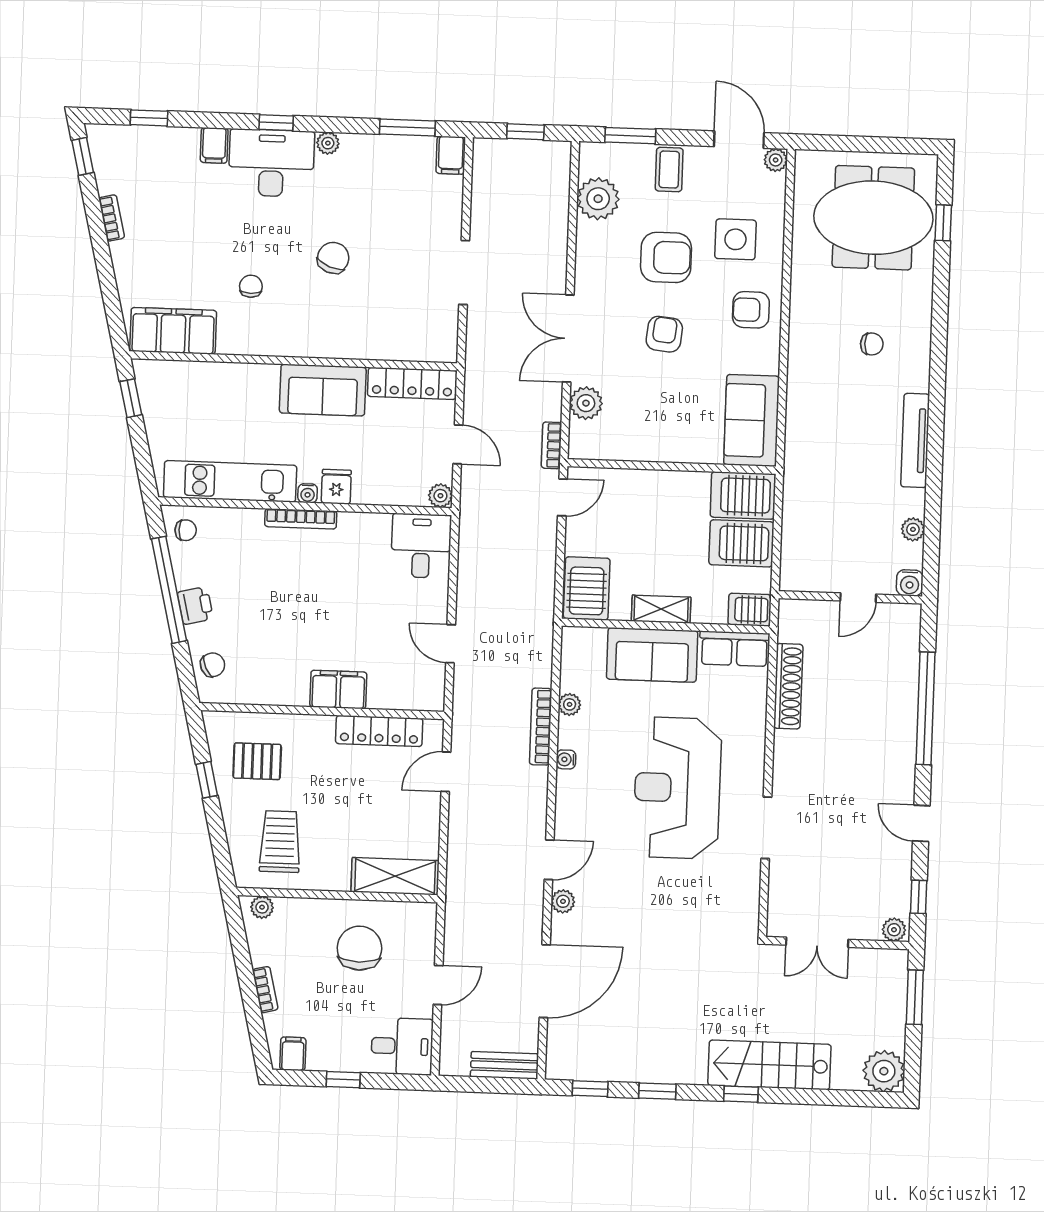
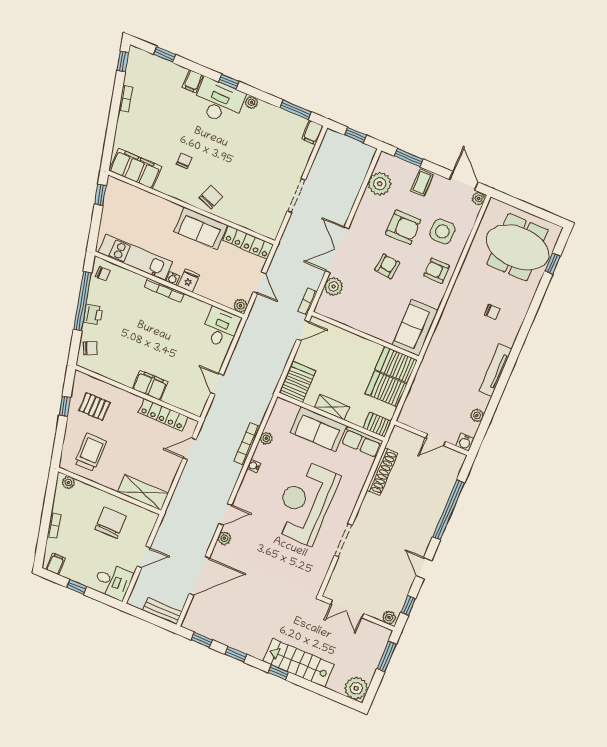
chair: (333, 258) -> (211, 197), moved

